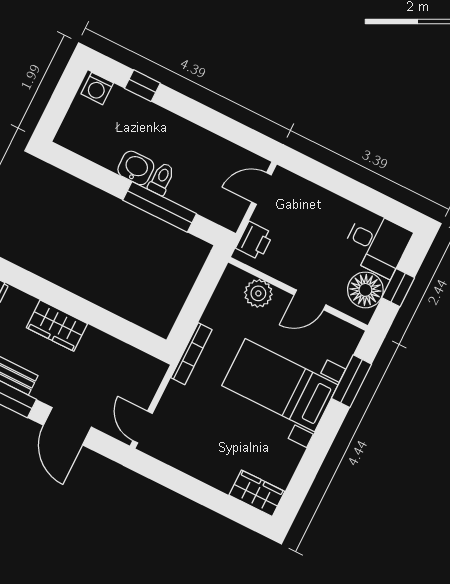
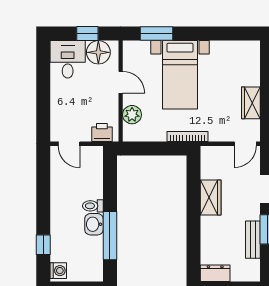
window: (160, 207) -> (110, 236), moved
wardrobe: (57, 326) -> (211, 198), moved
wardrobe: (257, 493) -> (251, 103), moved

